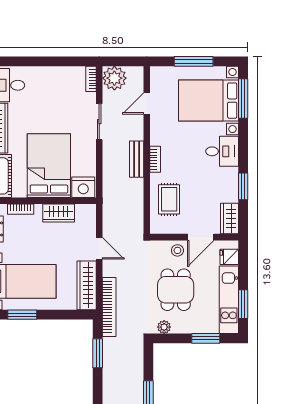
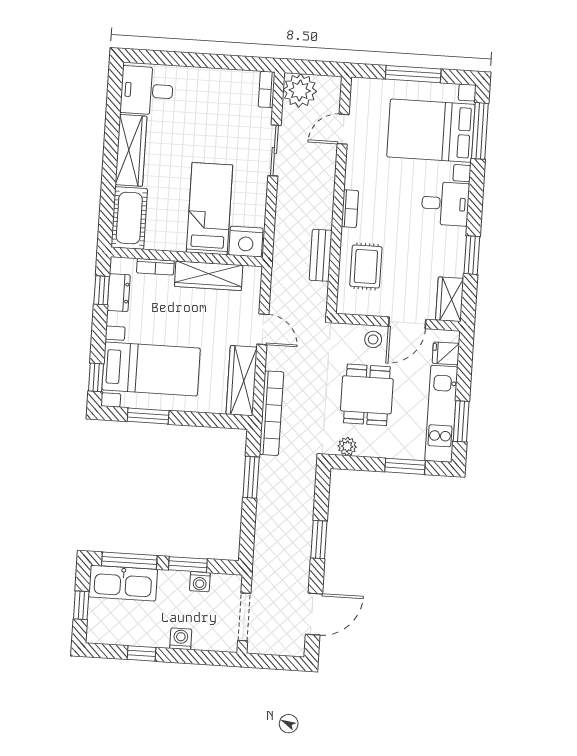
bench: (137, 159) -> (321, 255), moved
bed: (49, 166) -> (210, 209), width x0.67
wardrobe: (59, 213) -> (209, 276), width x1.50

